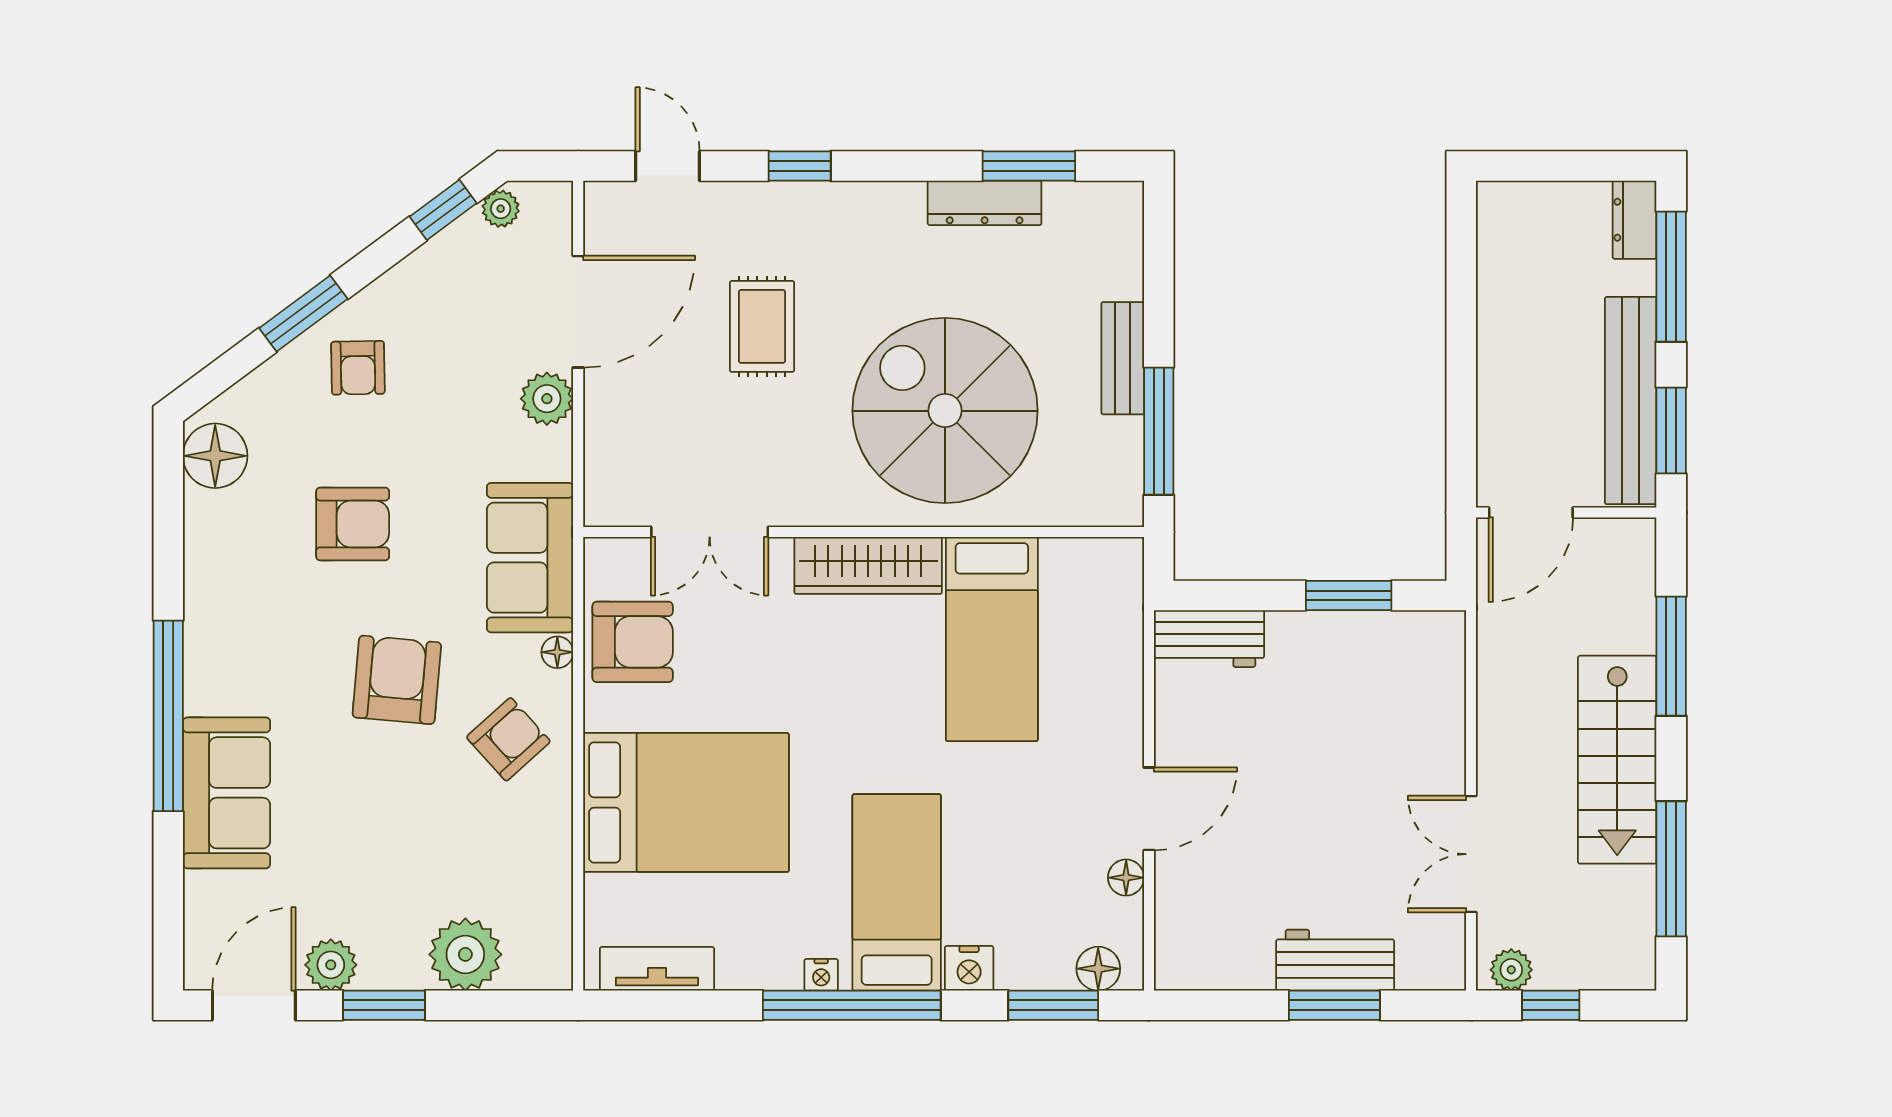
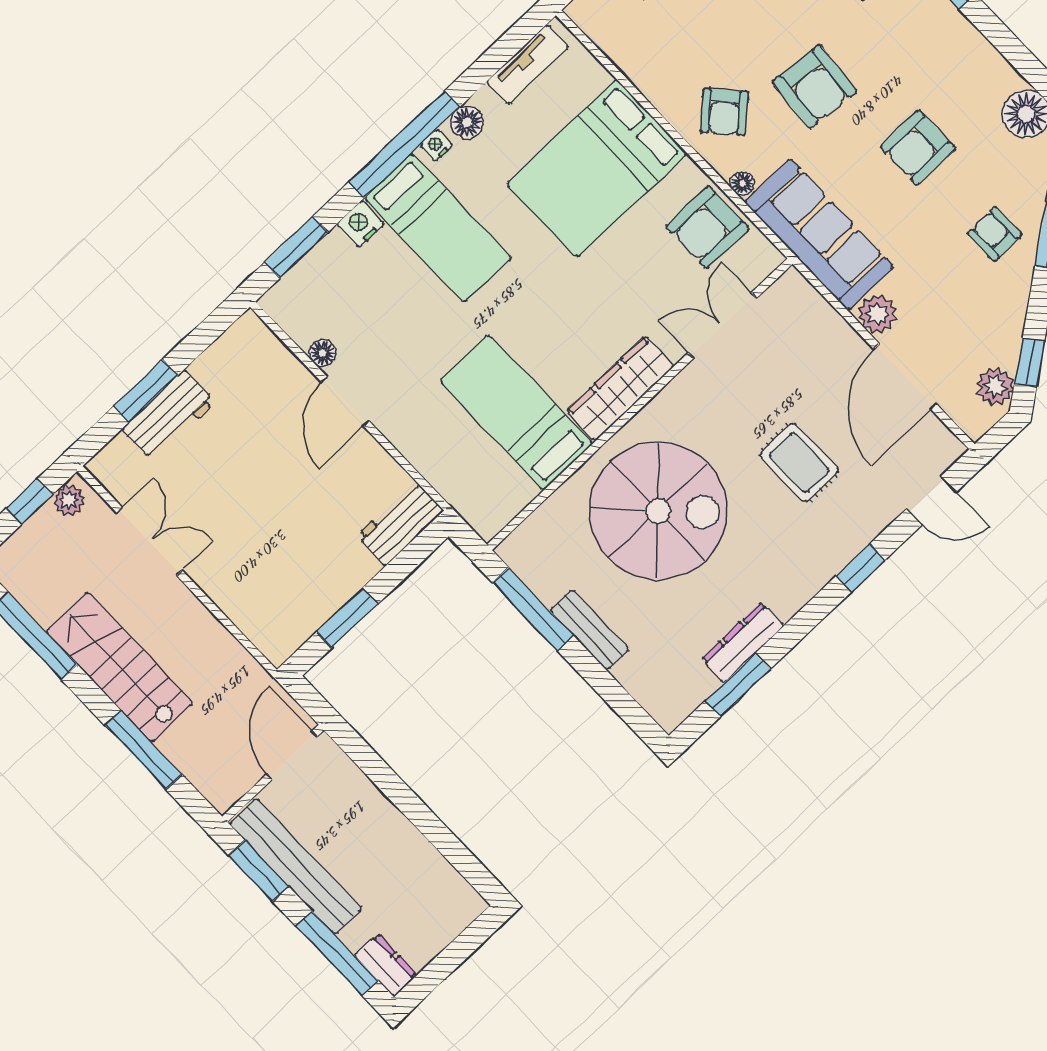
plant: (501, 209) -> (995, 386), width x1.38, depth x1.38
sofa: (530, 558) -> (819, 235), width x1.36
floor lamp: (1098, 969) -> (467, 122), moved

